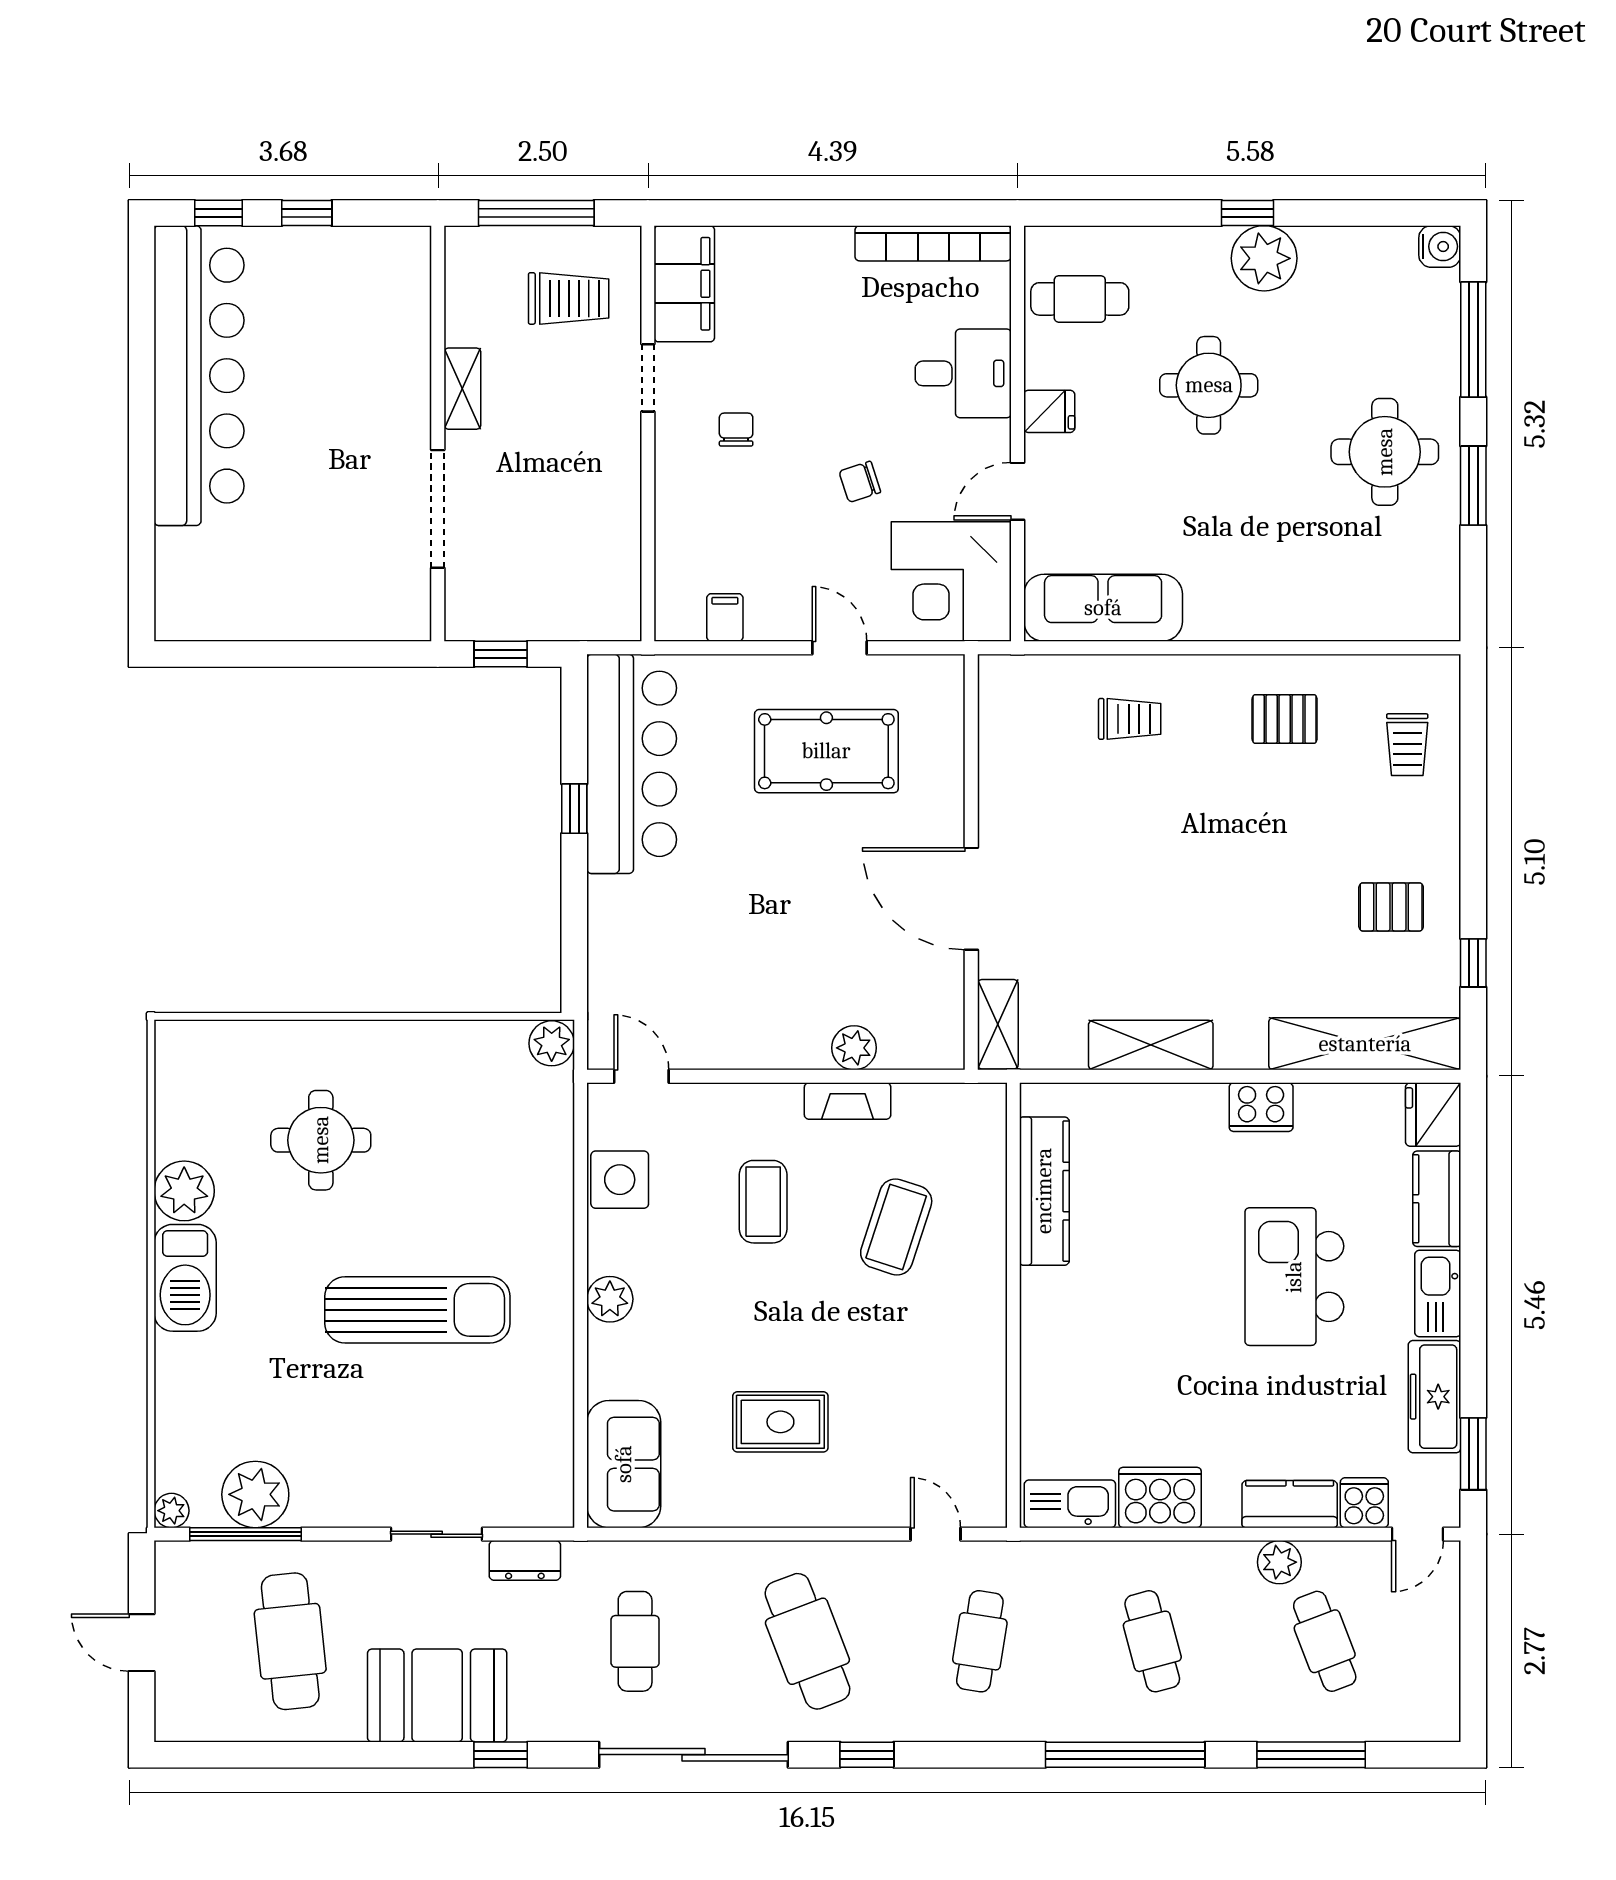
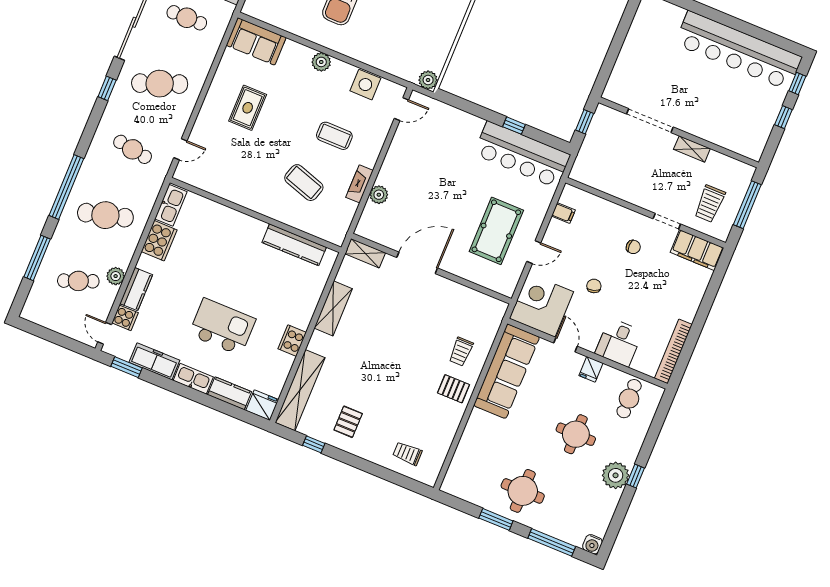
sofa: (1103, 608) -> (507, 371), width x1.36, depth x1.27
pallet: (1285, 719) -> (453, 389), moved, turned 90
cafe table: (1152, 1641) -> (105, 215), width x1.37, depth x1.35

